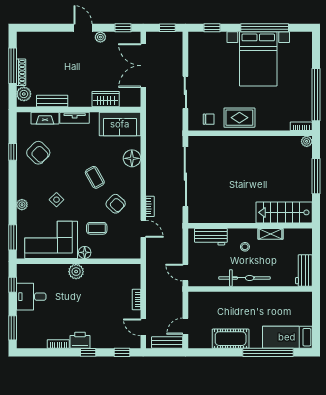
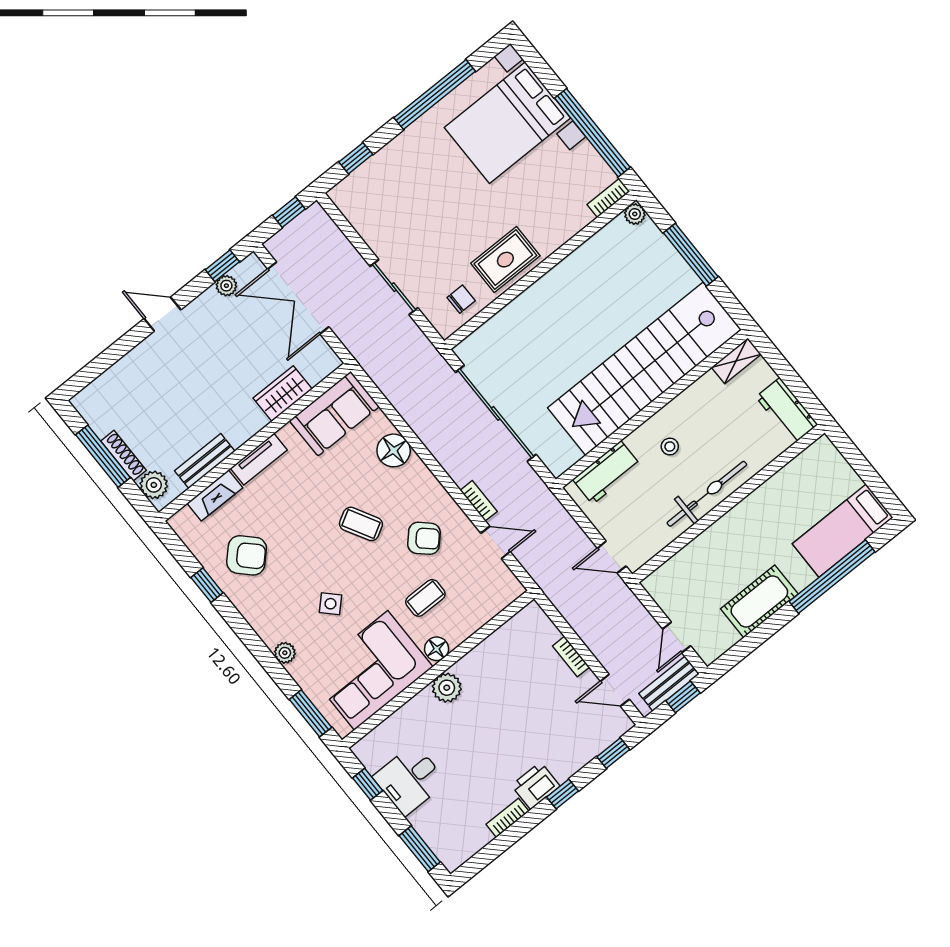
plant: (100, 37) -> (226, 286), moved
bed with nightstands: (258, 59) -> (507, 123), moved, turned 90
stairs: (284, 212) -> (644, 369), width x1.86, depth x1.51
shelving: (270, 234) -> (736, 361), moved
window: (169, 352) -> (683, 697), added

